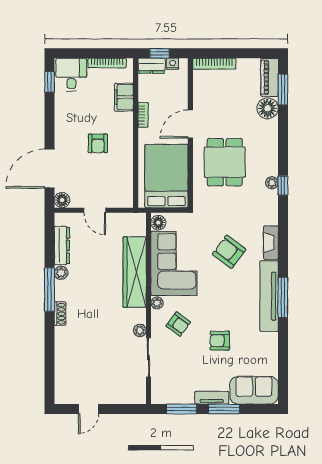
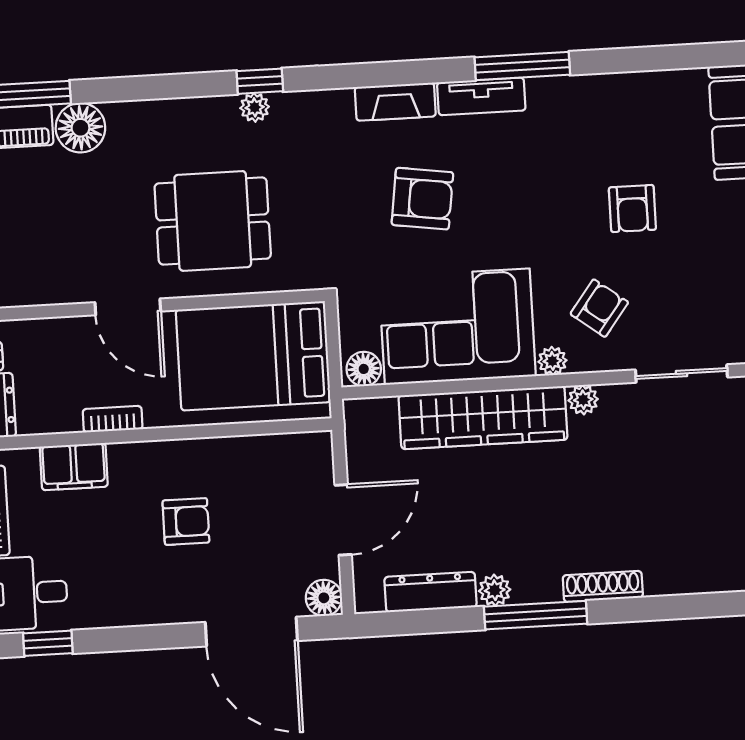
door: (95, 210) -> (343, 520), width x1.38
armchair: (229, 252) -> (422, 199), turned -119
tv unit: (269, 296) -> (481, 96), width x0.52, depth x0.78
shoe rack: (60, 314) -> (603, 586), width x1.43
plant: (140, 331) -> (583, 400), moved

